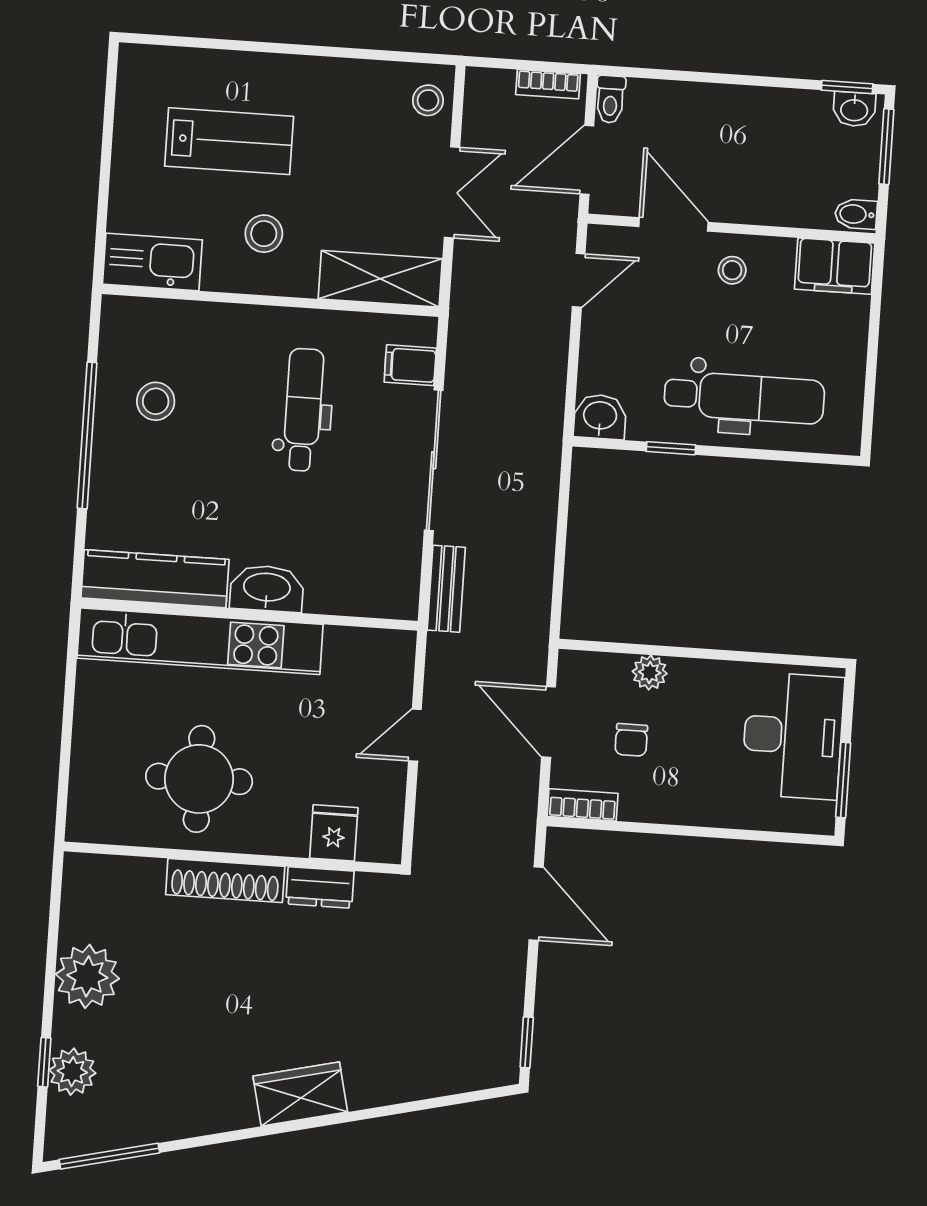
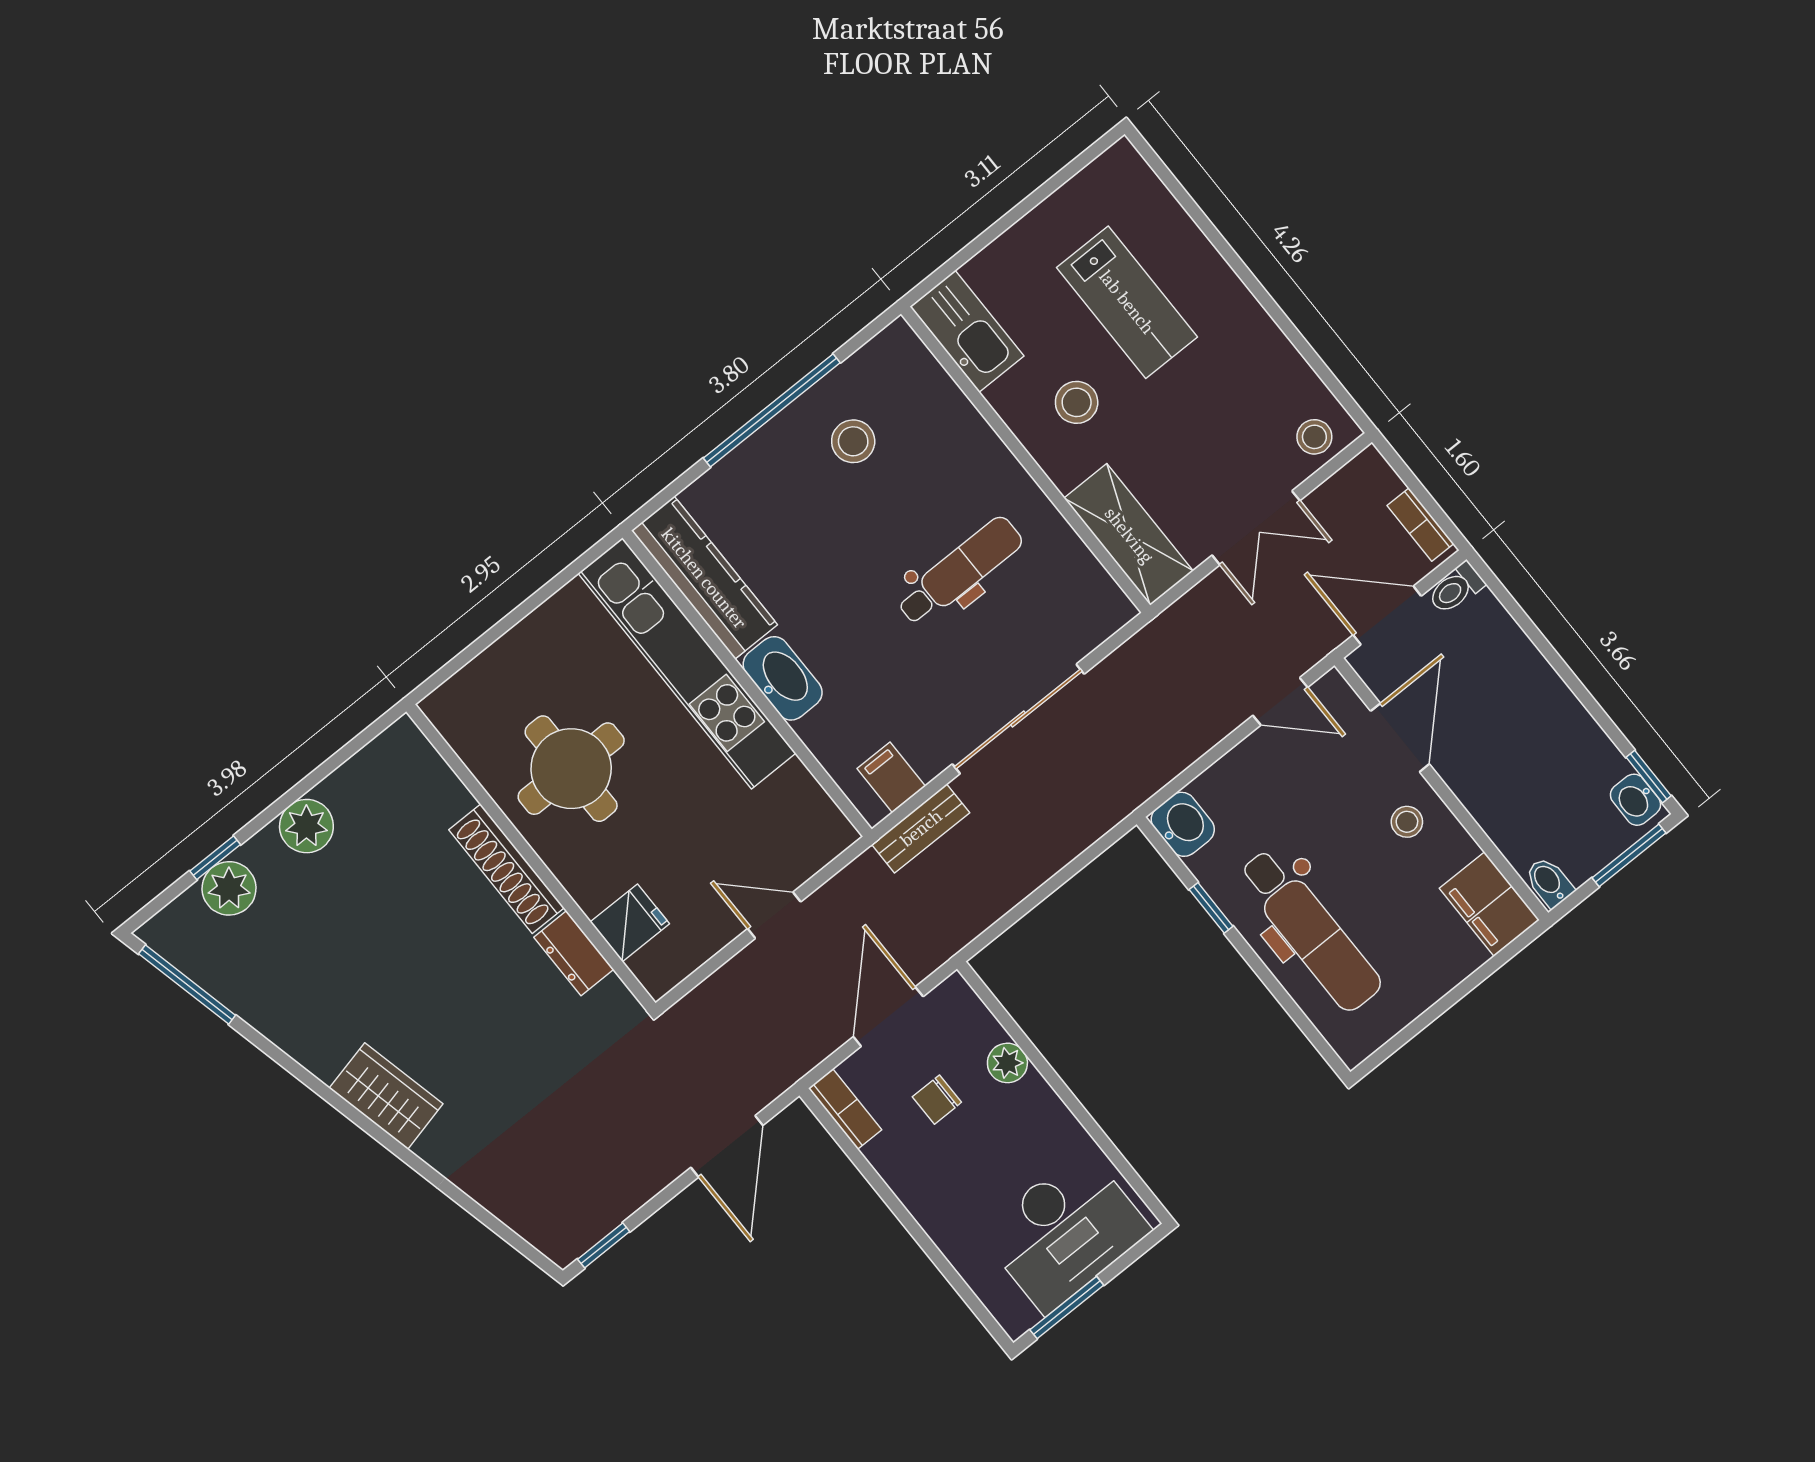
filing cabinet: (410, 365) -> (891, 777), moved
plant: (87, 976) -> (306, 826), width x0.73, depth x0.73

